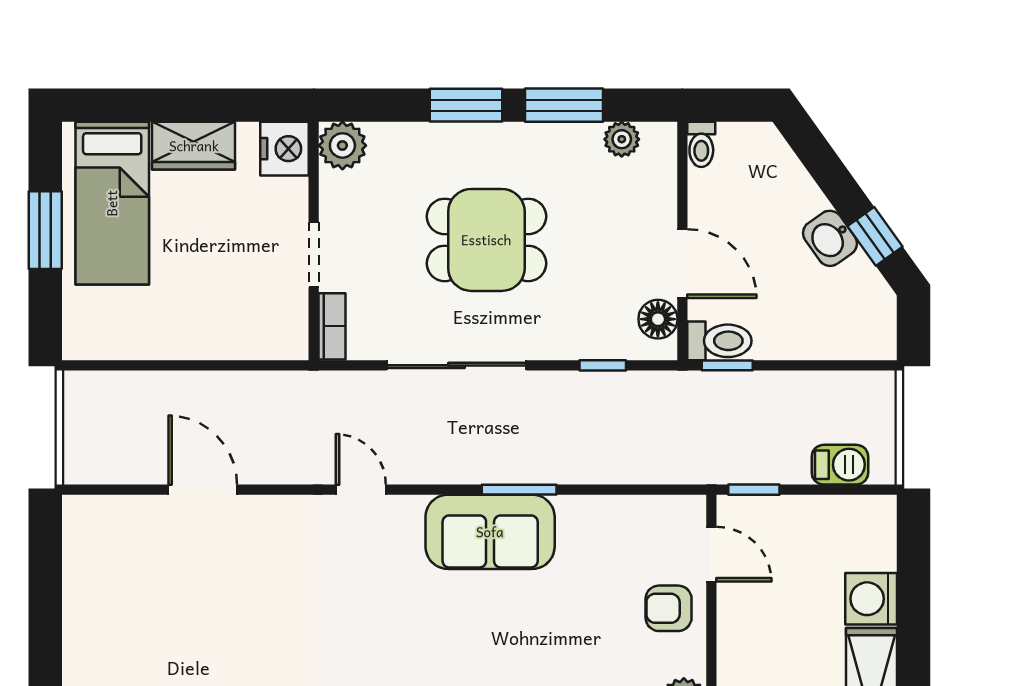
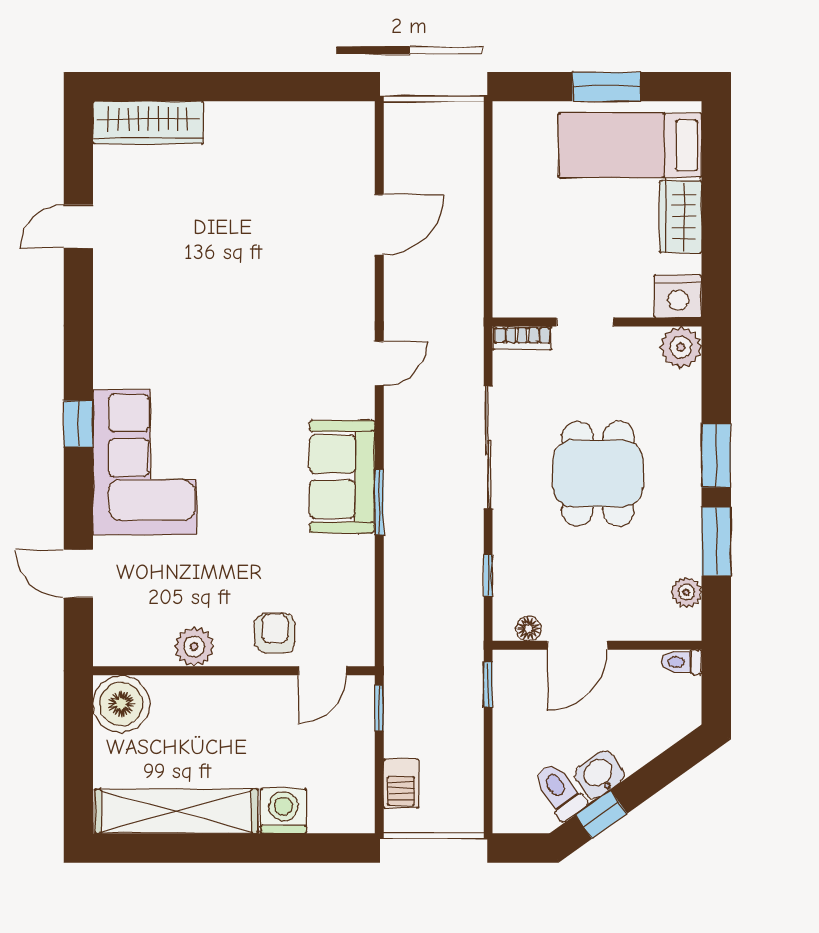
floor lamp: (658, 319) -> (529, 629), width x0.73, depth x0.73
toilet: (719, 341) -> (560, 791), moved, turned 144

